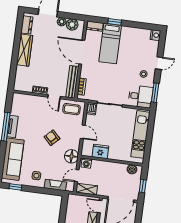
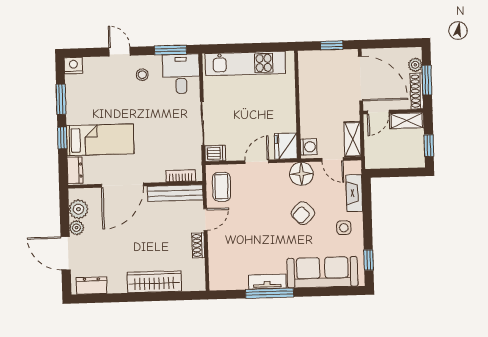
window: (137, 25) -> (61, 99), added
wardrobe: (25, 50) -> (154, 282), moved
armchair: (52, 138) -> (303, 213), moved
fridge: (100, 152) -> (286, 146), moved
boiler: (132, 169) -> (306, 68), removed

